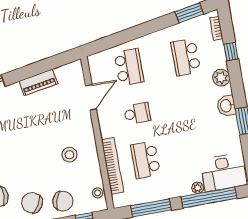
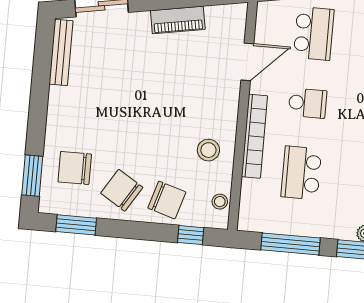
stool: (70, 155) -> (208, 150), moved
bookcase: (112, 166) -> (255, 136), moved

